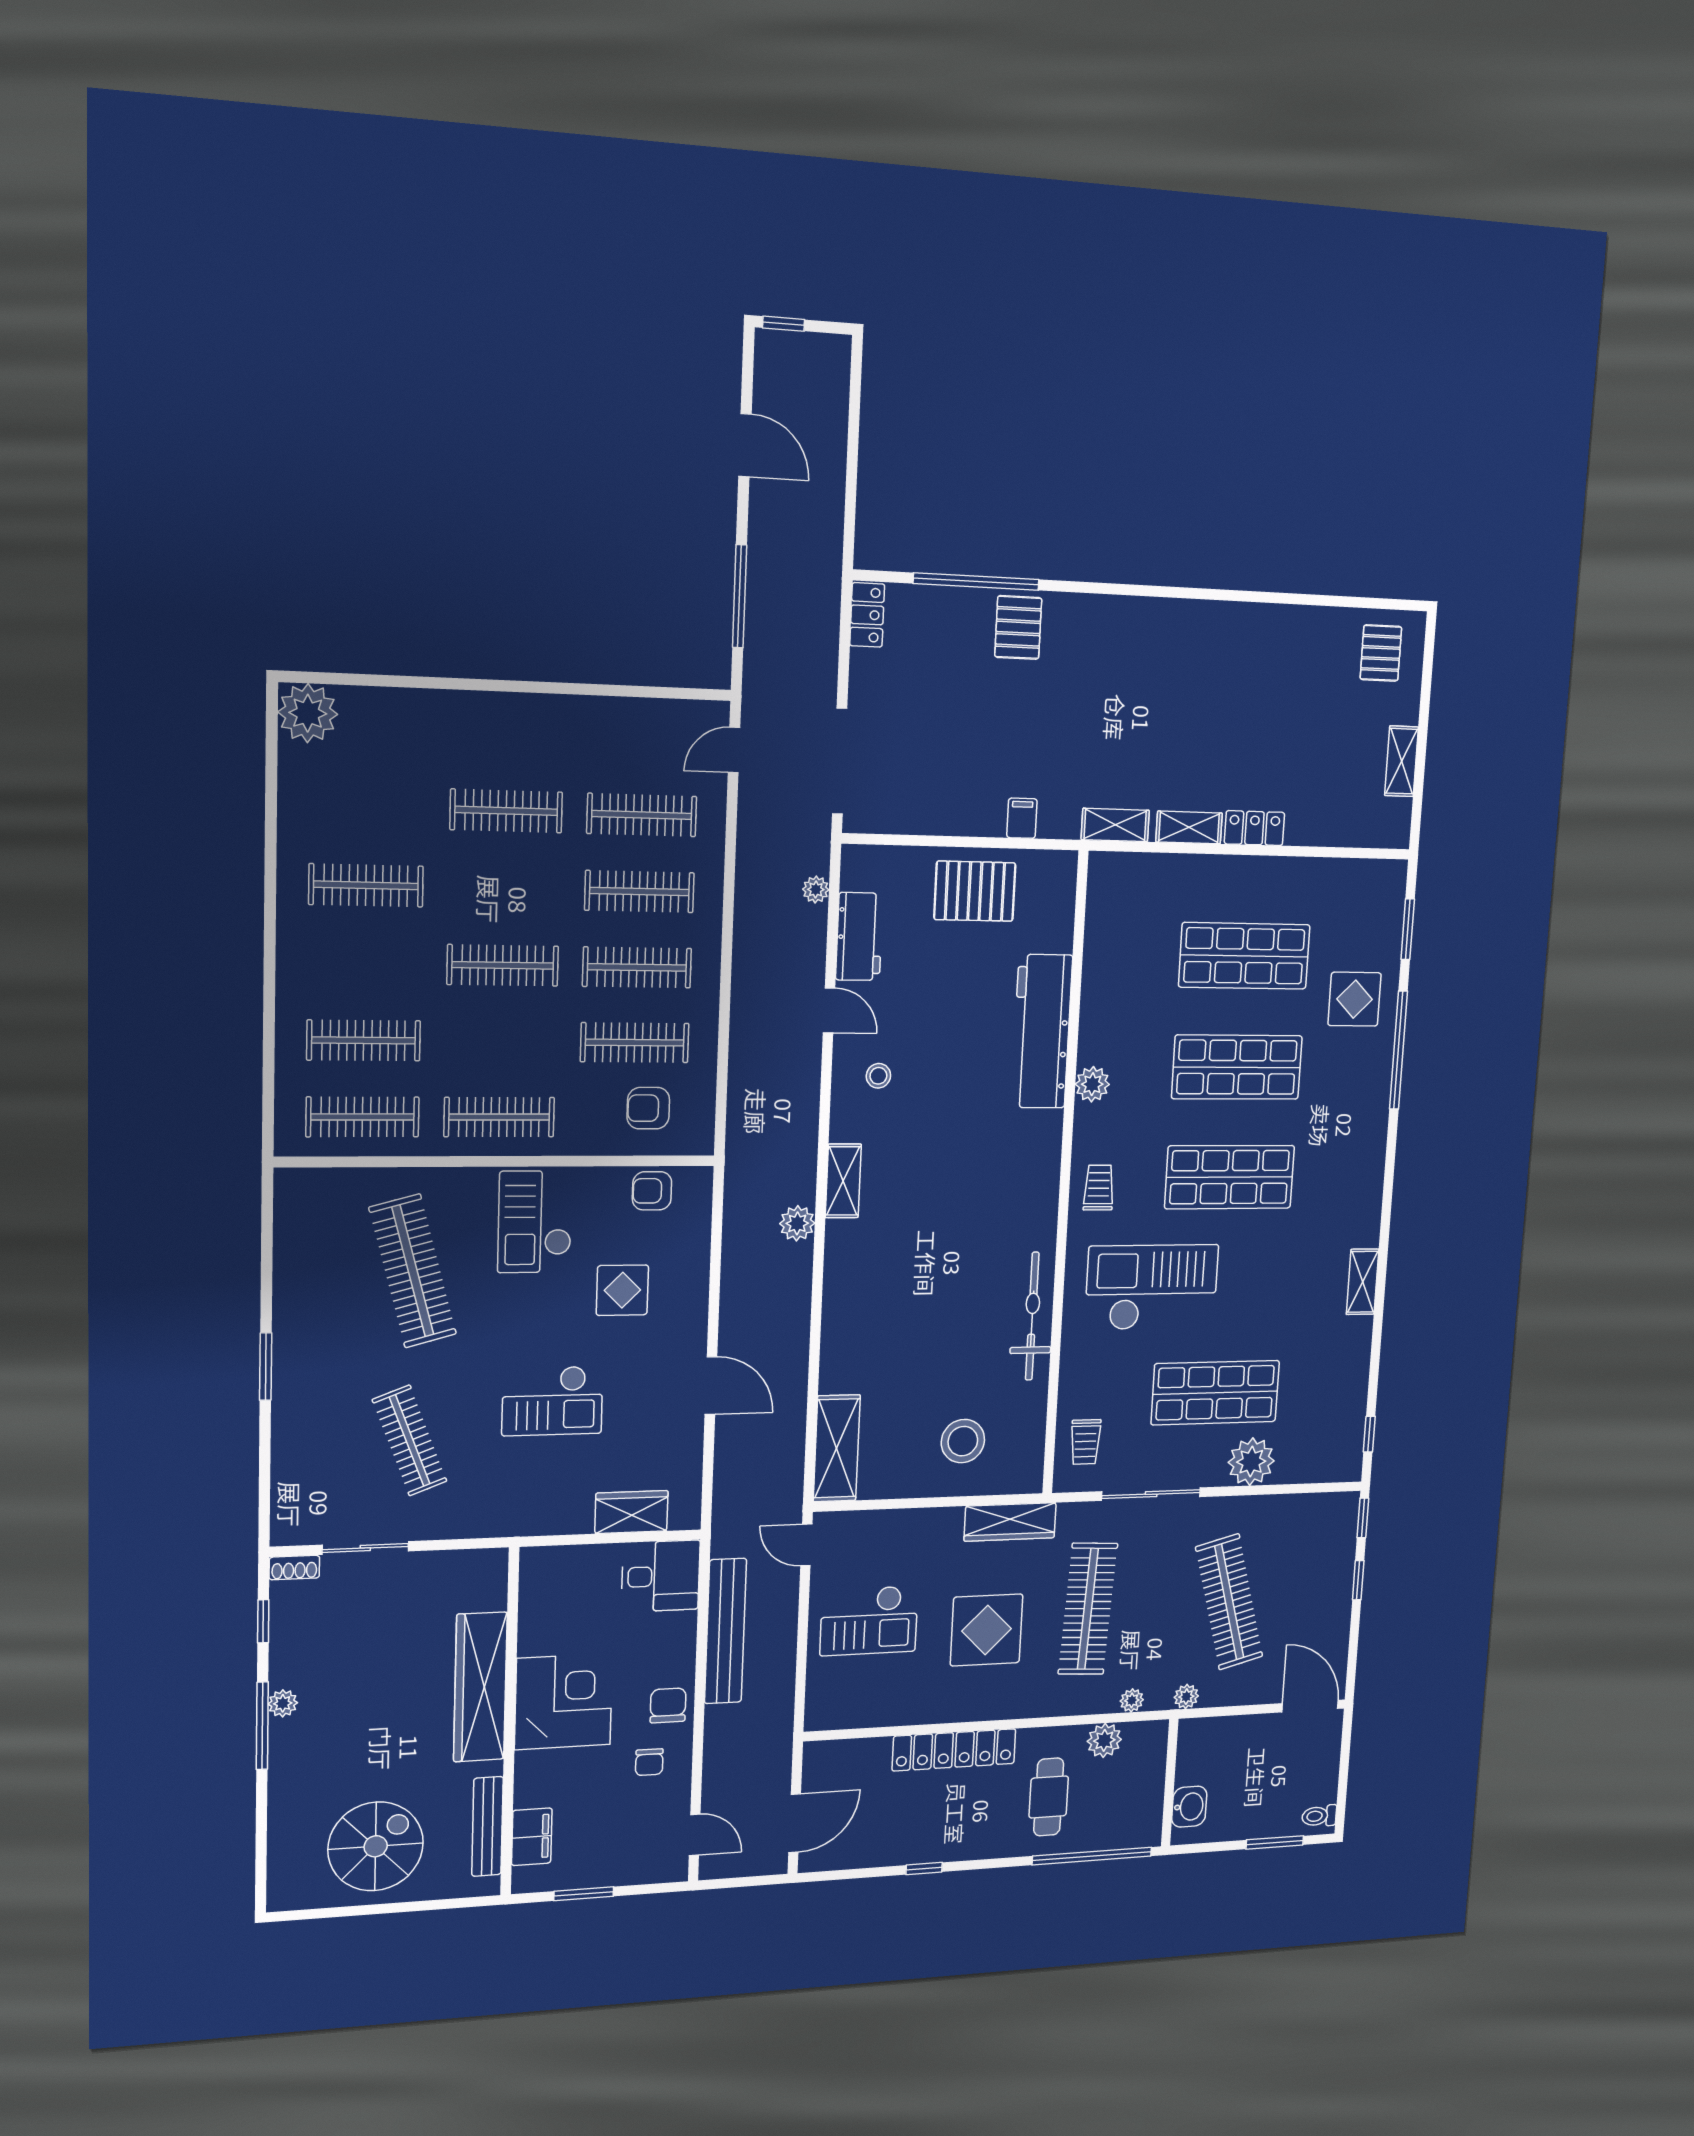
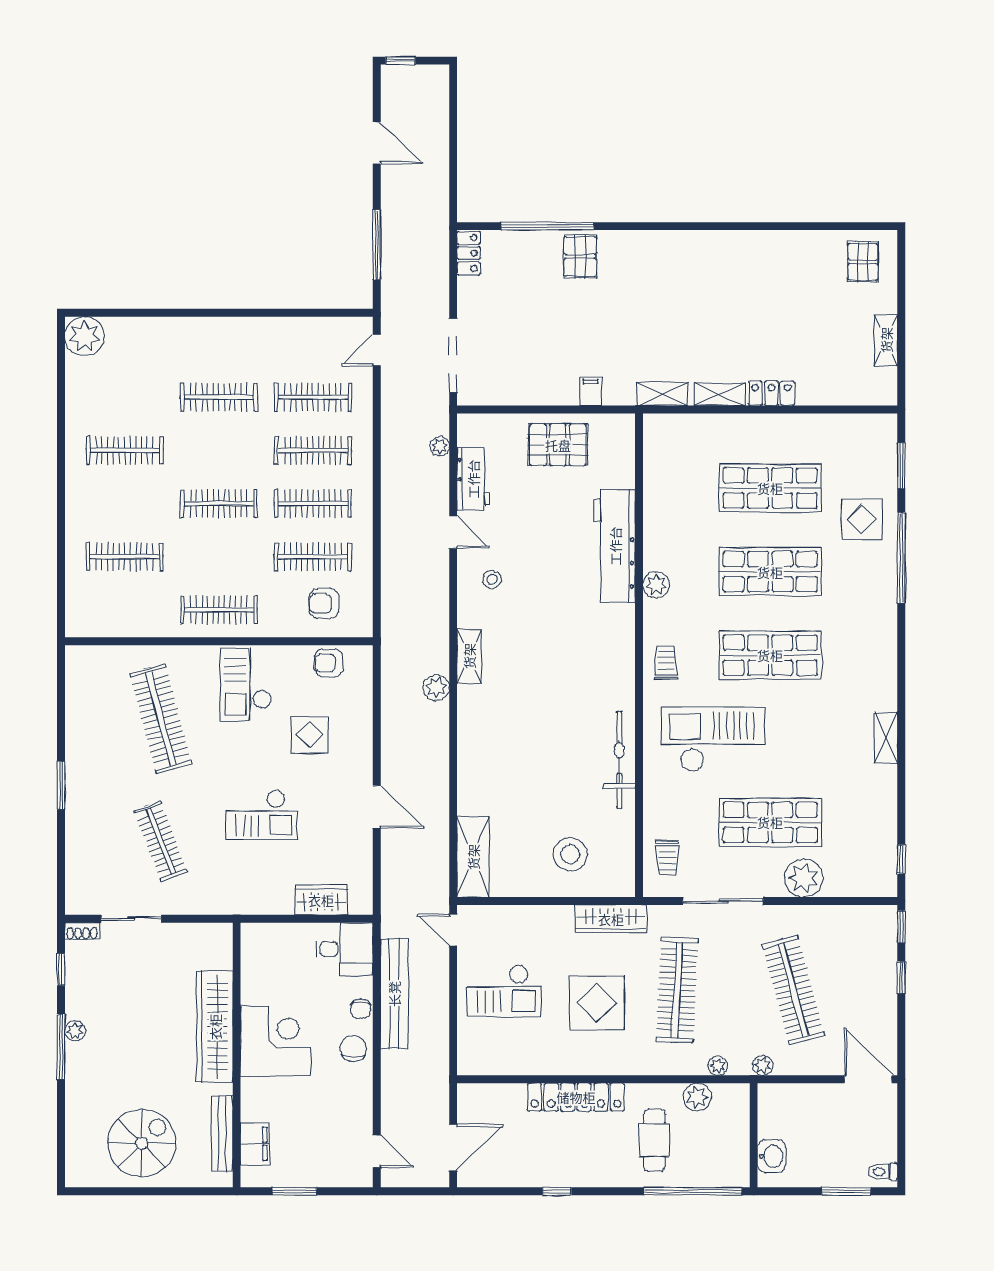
clothes rail: (363, 1117) -> (125, 610), removed
chair: (649, 1762) -> (361, 1009), moved

